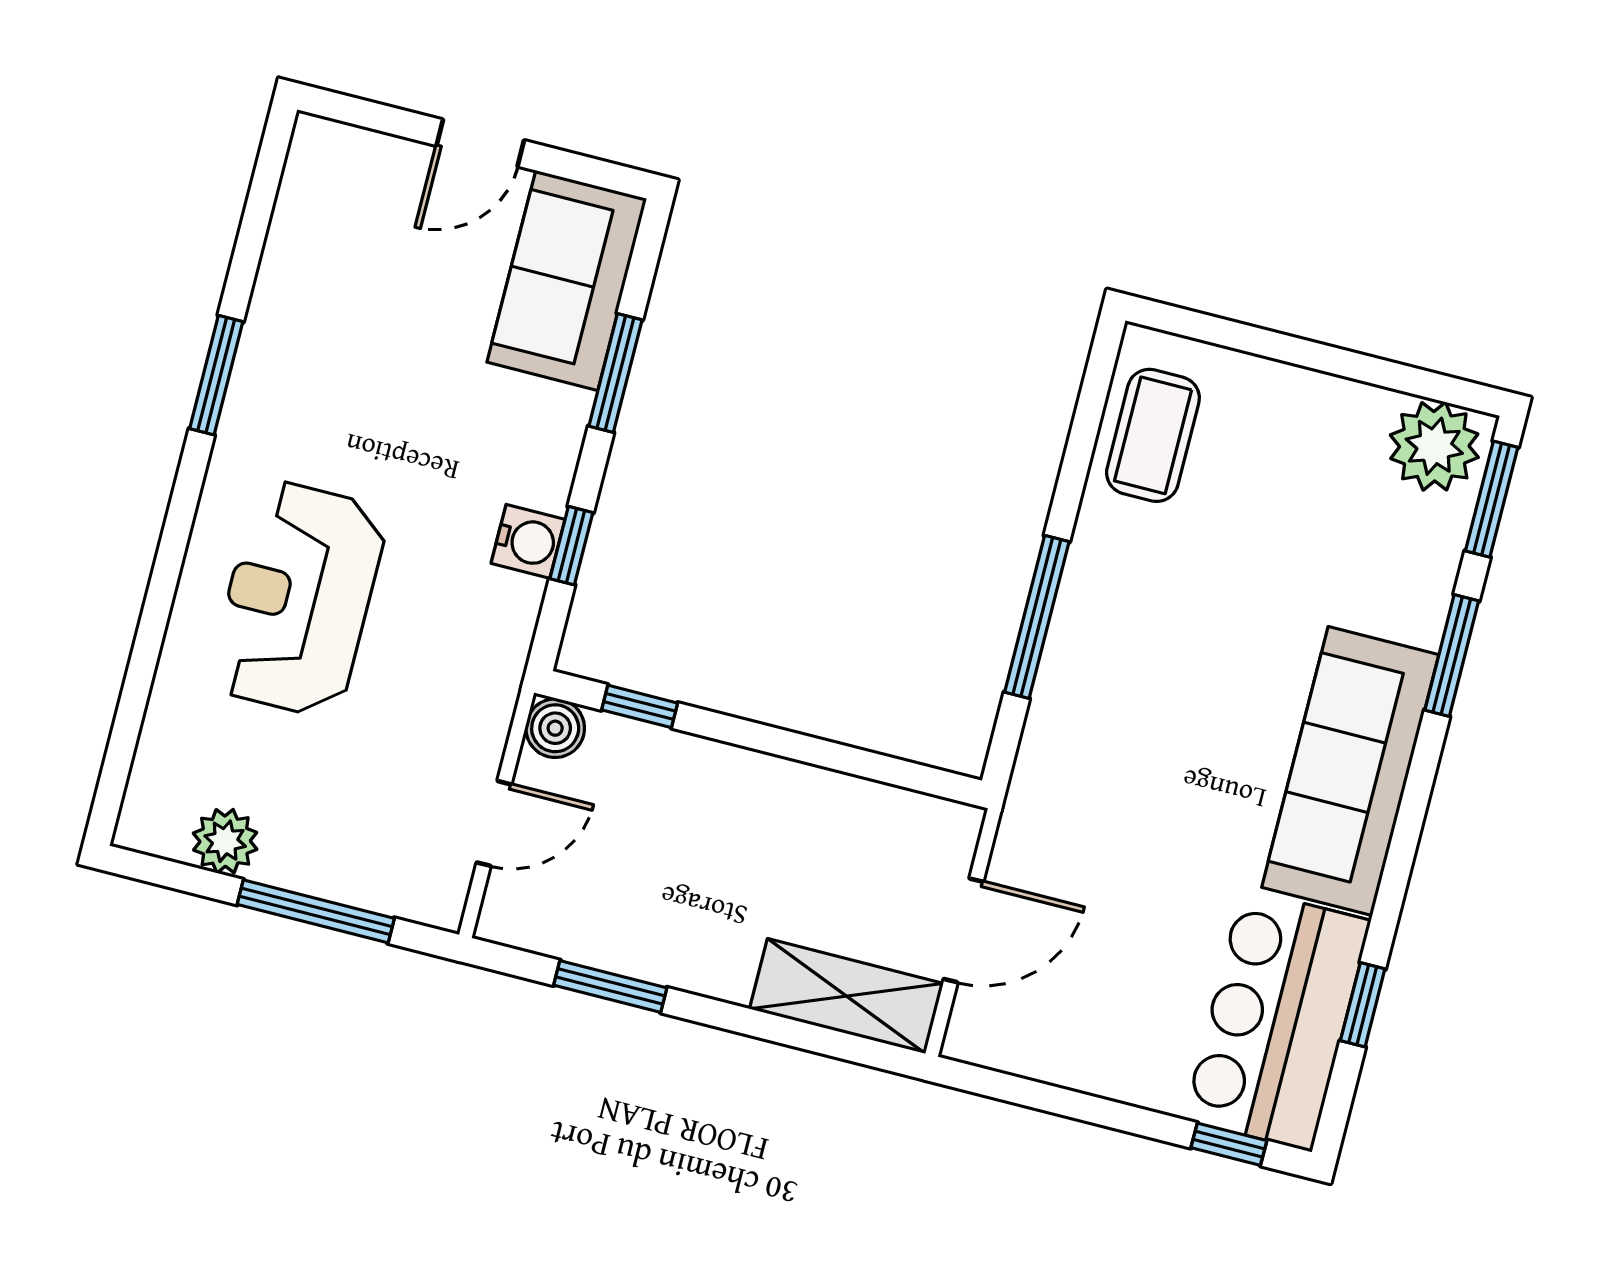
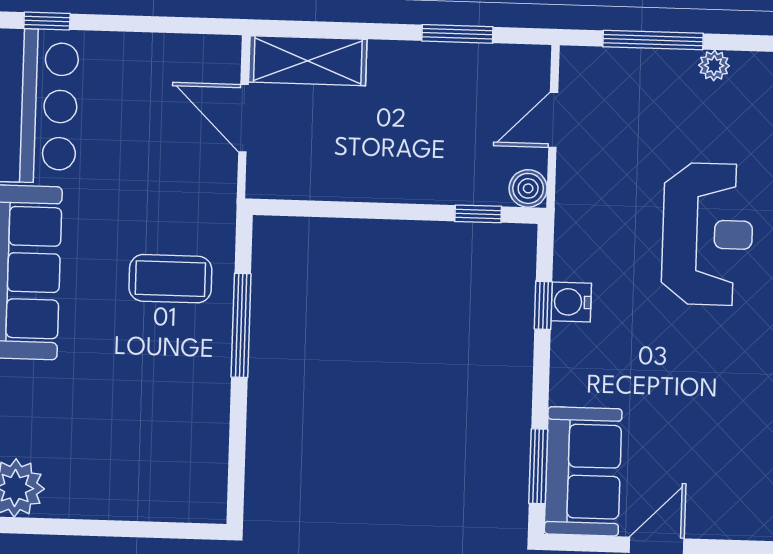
window: (615, 373) -> (538, 466), moved
coffee table: (1153, 435) -> (170, 279), moved, turned 90
plant: (225, 841) -> (714, 66), width x0.73, depth x0.73
door: (963, 930) -> (243, 118), hinge flipped

